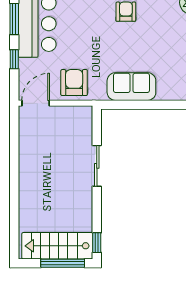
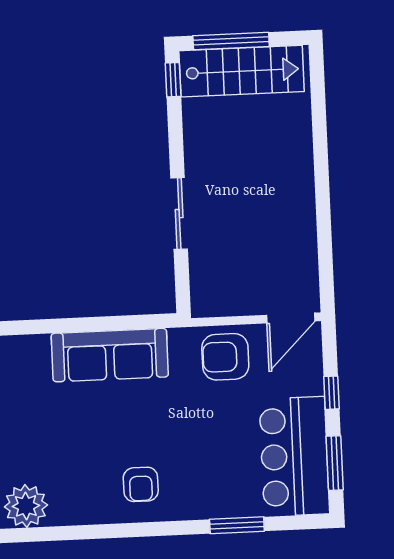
armchair: (74, 83) -> (225, 357), turned 90
sofa: (131, 87) -> (110, 355), width x1.36

